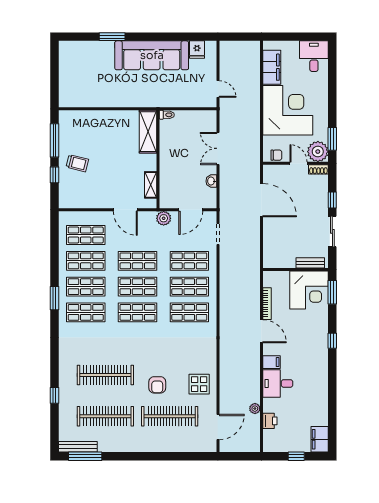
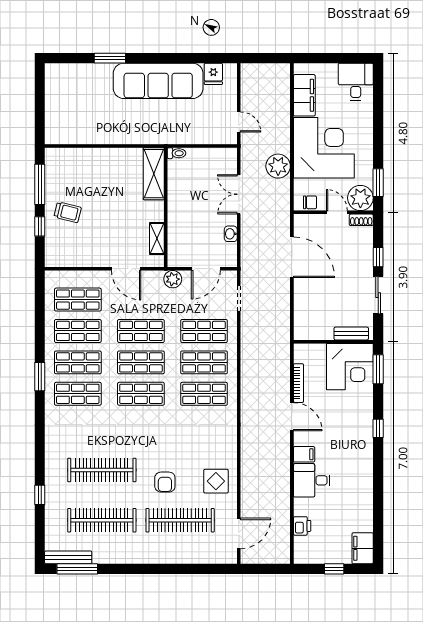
plant: (255, 409) -> (278, 166), moved, width x1.87, depth x1.87

